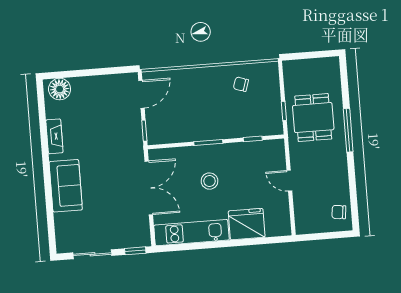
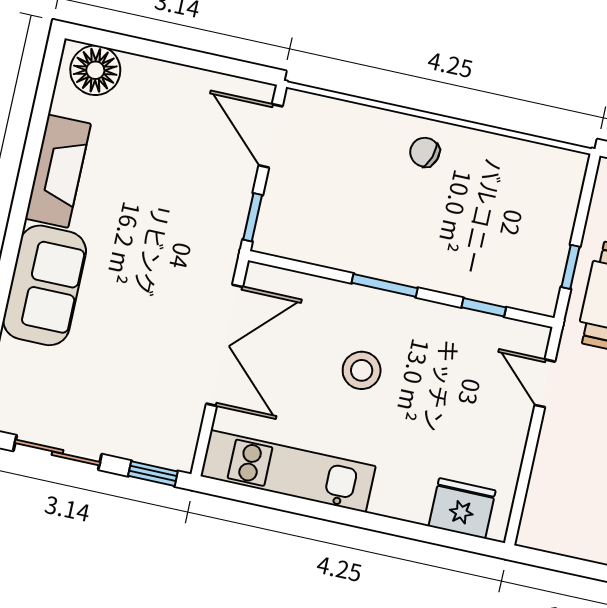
chair: (241, 84) -> (425, 152), moved
door: (141, 94) -> (271, 136), swing flipped
fireplace: (54, 136) -> (58, 171), width x1.37, depth x1.32
door: (289, 181) -> (545, 383), moved
fridge: (247, 224) -> (462, 508), moved, width x0.73, depth x0.75

